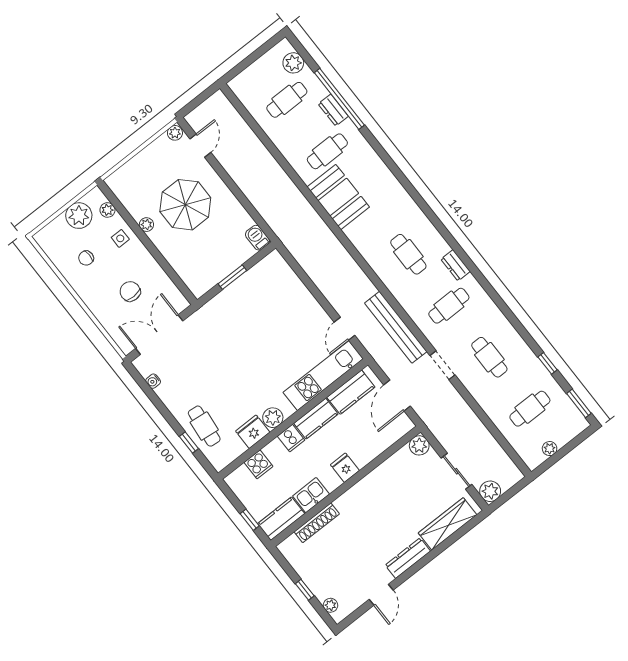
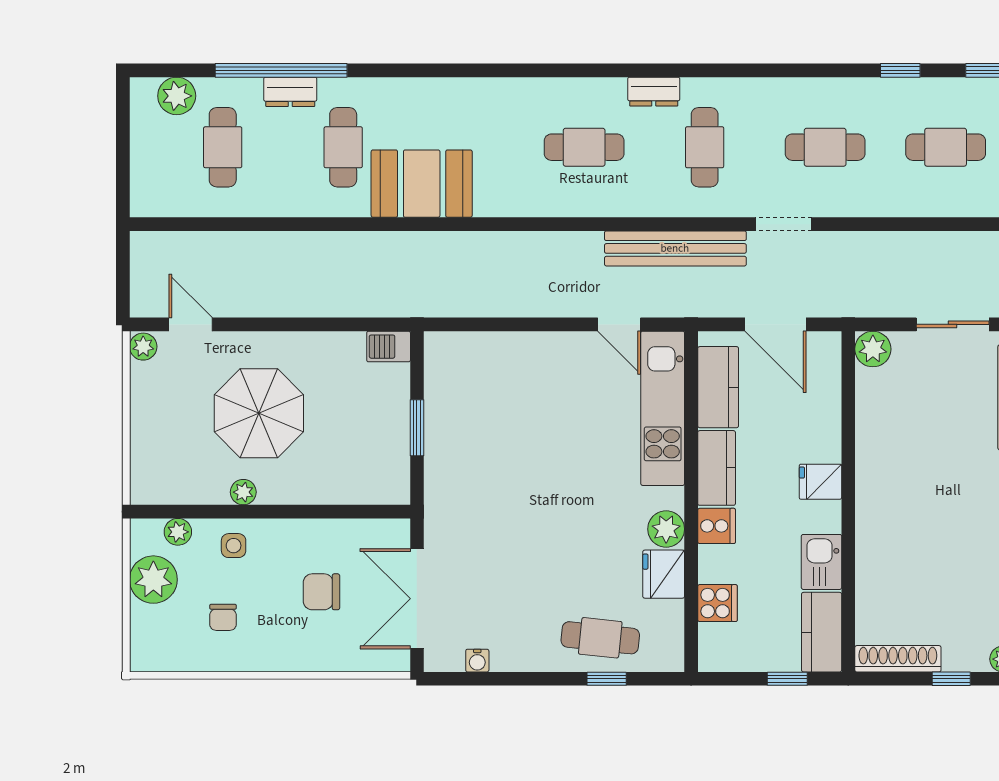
cafe table: (530, 409) -> (946, 147), turned 90
shoe rack: (317, 523) -> (898, 659), moved, turned -90

